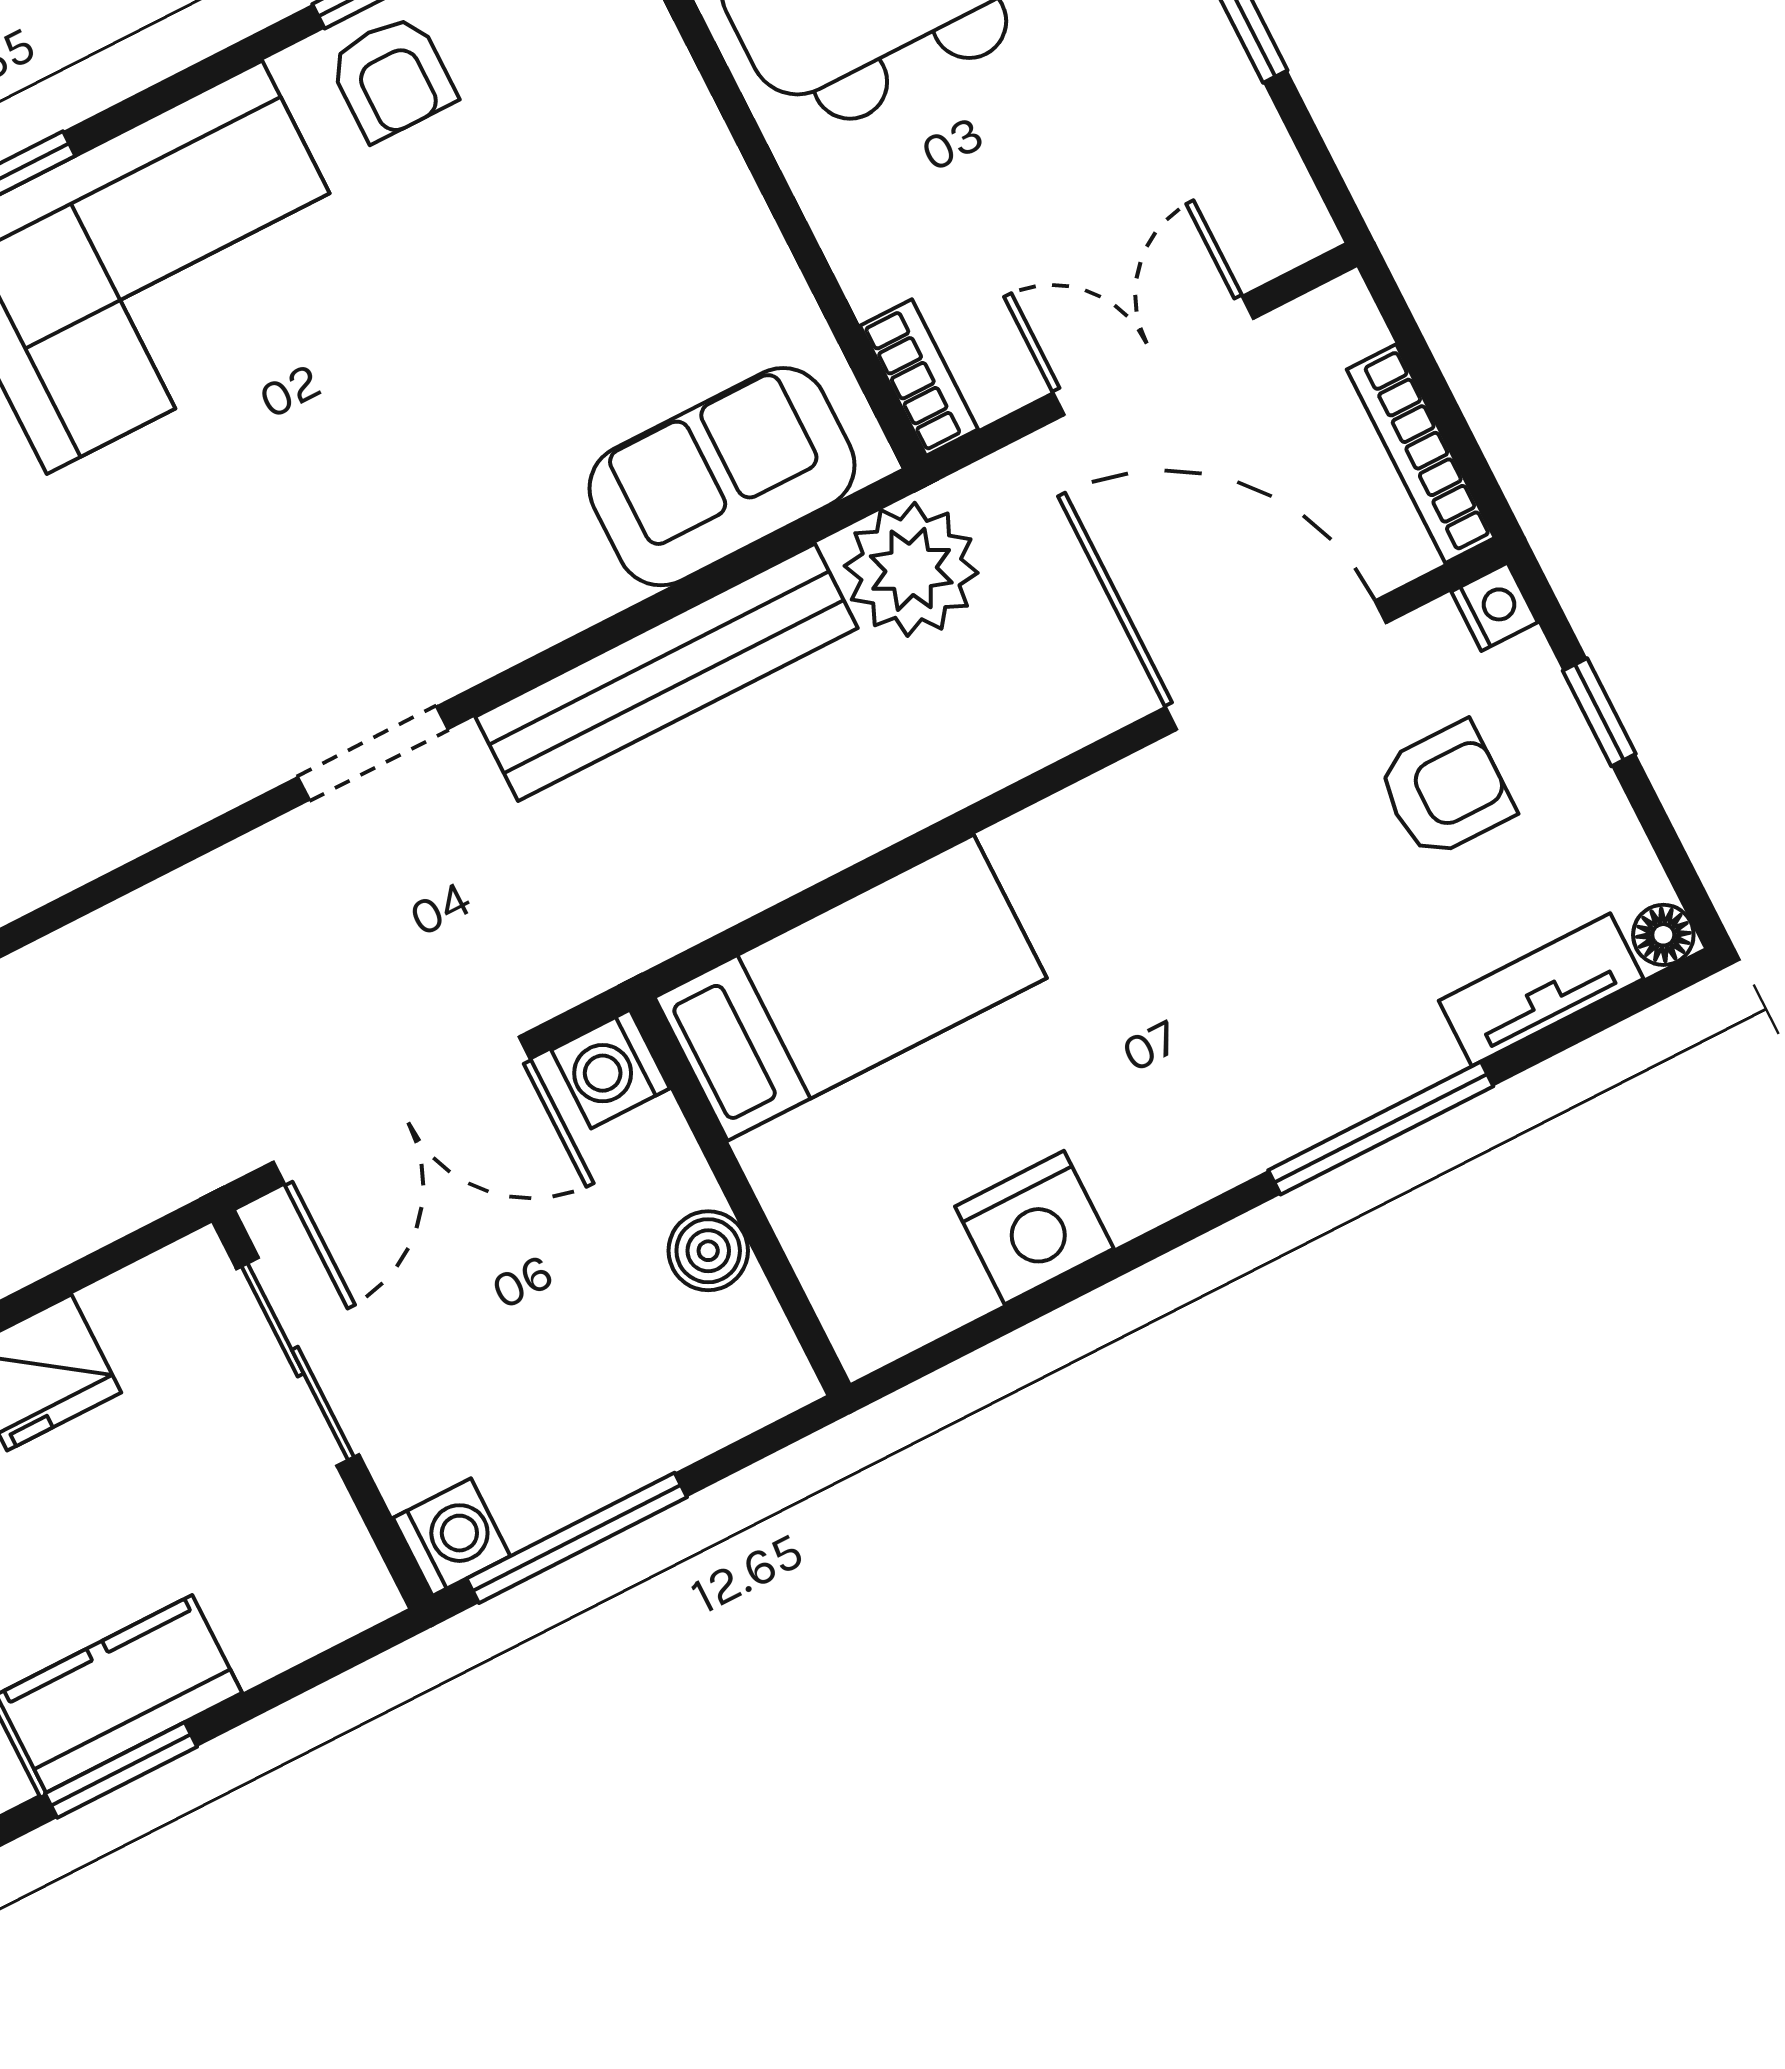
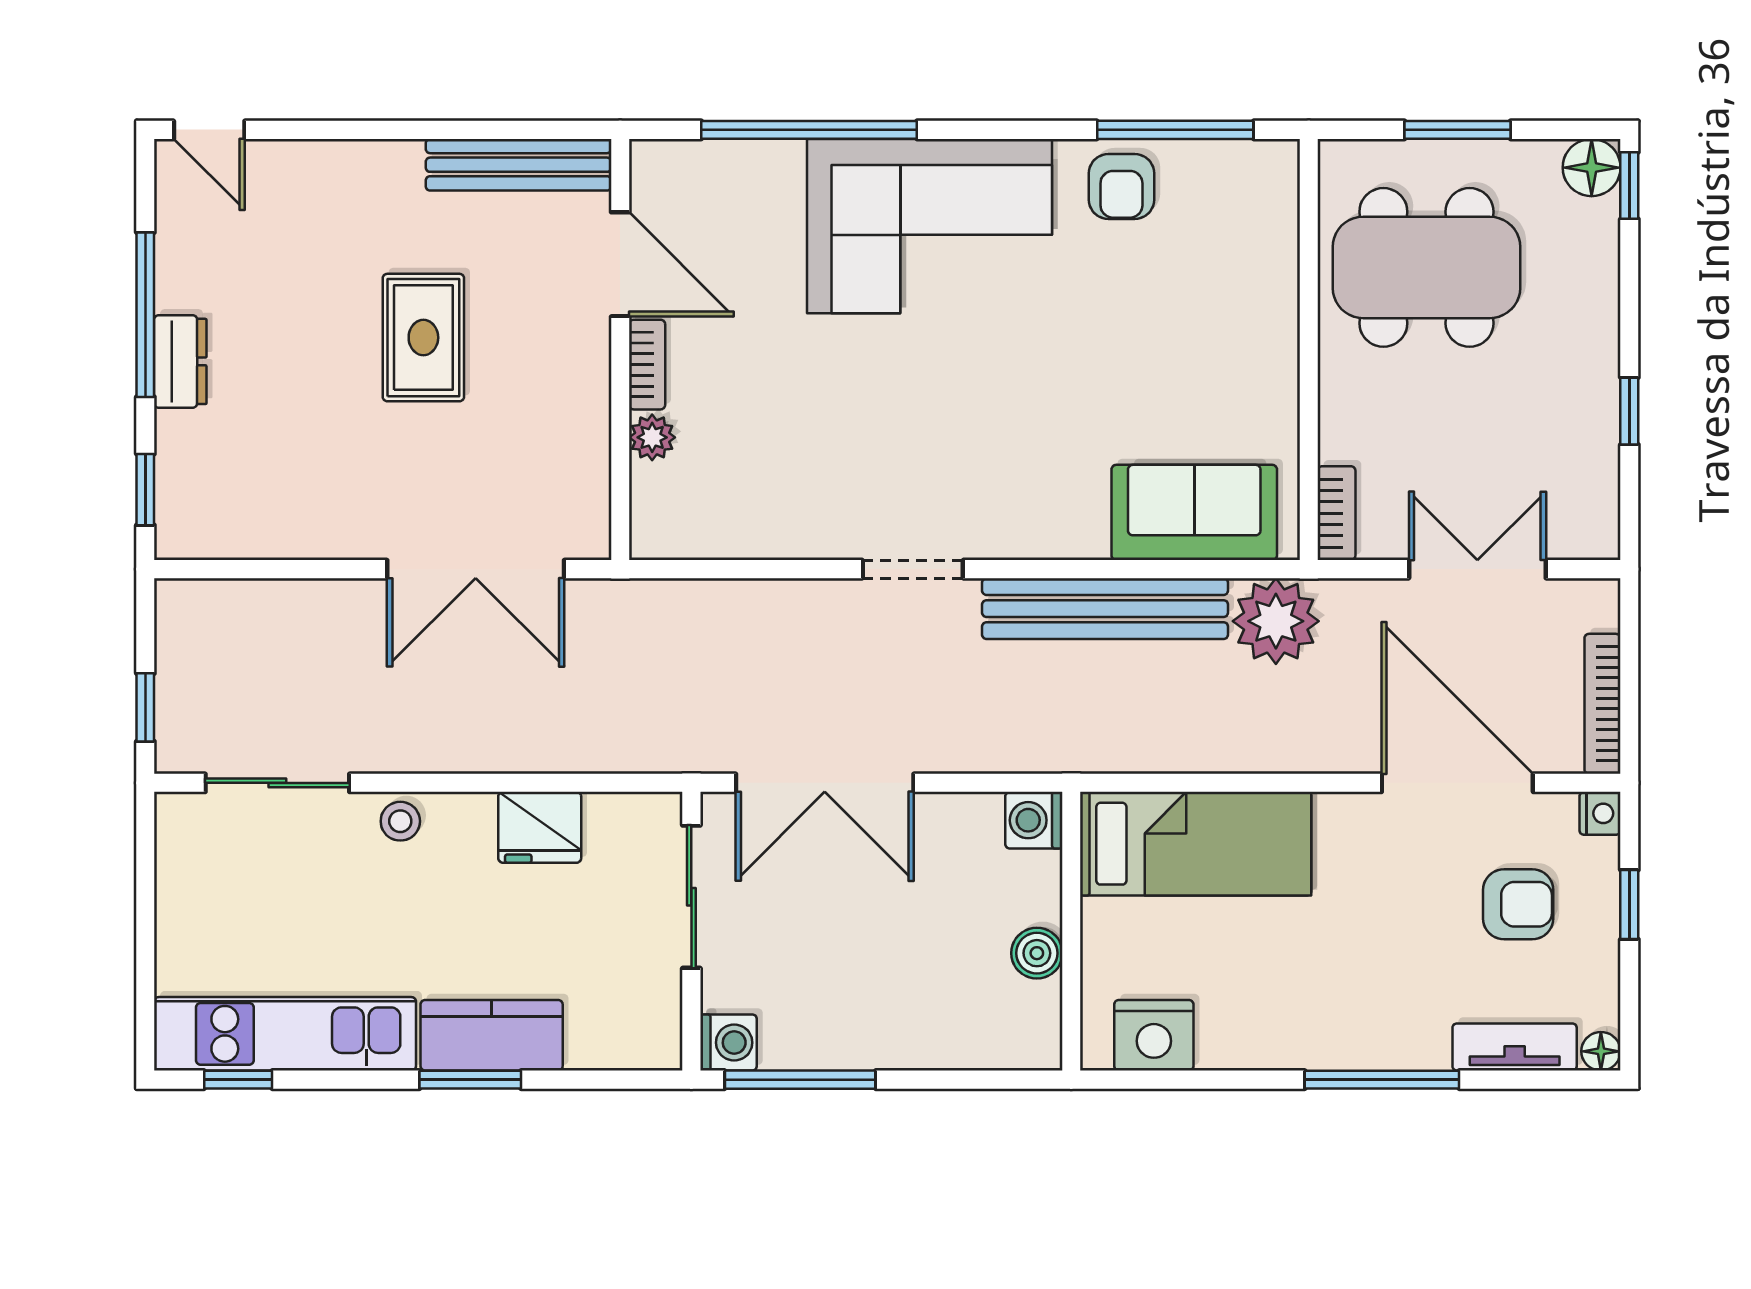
bed: (851, 988) -> (1196, 844), moved
washing machine: (611, 1069) -> (1034, 820), moved
wall: (740, 1196) -> (1071, 931), moved
boiler: (708, 1251) -> (1037, 953), moved

